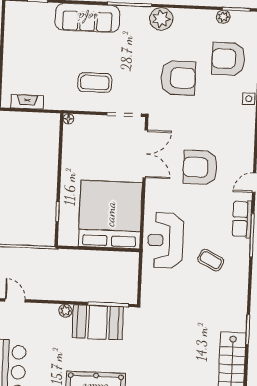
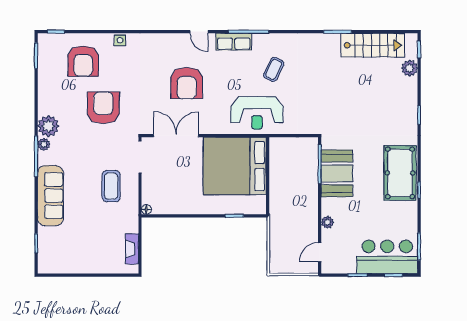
plant: (223, 17) -> (44, 144), moved
plant: (65, 311) -> (327, 222), moved

